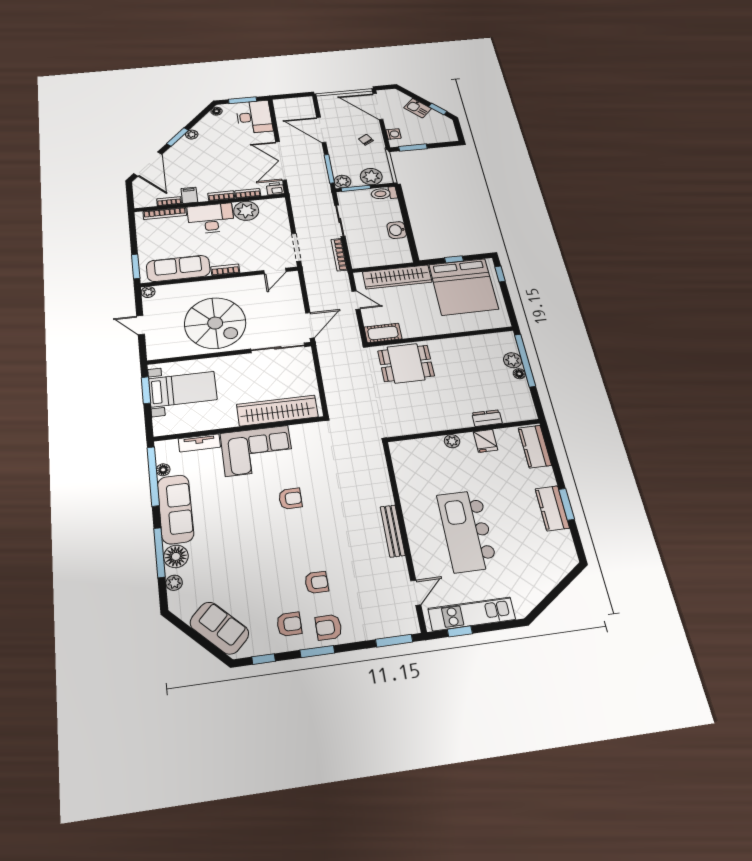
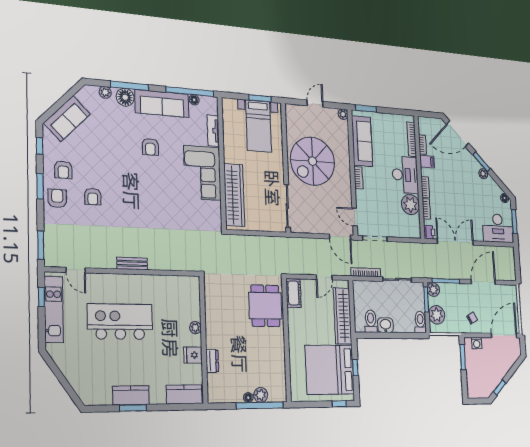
kitchen sink: (418, 108) -> (501, 370), removed
toilet: (396, 246) -> (371, 321), added
door: (310, 325) -> (340, 237), moved
armchair: (290, 499) -> (150, 147), moved
bench: (393, 531) -> (132, 264), width x0.73

